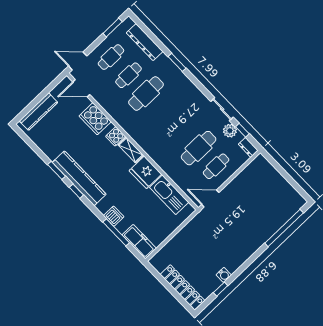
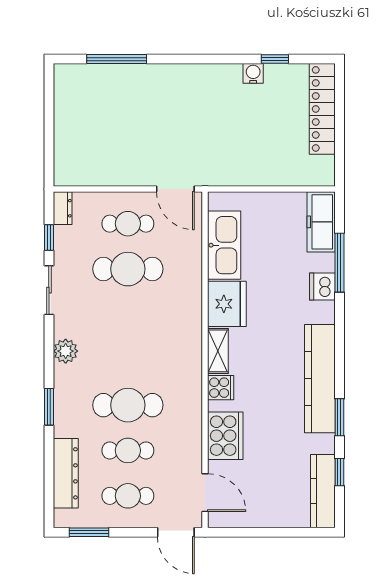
kitchen counter: (38, 112) -> (323, 491), moved, turned -90
plant: (230, 131) -> (66, 351), moved
window: (76, 191) -> (339, 472), moved
window: (284, 228) -> (117, 59), width x0.68

